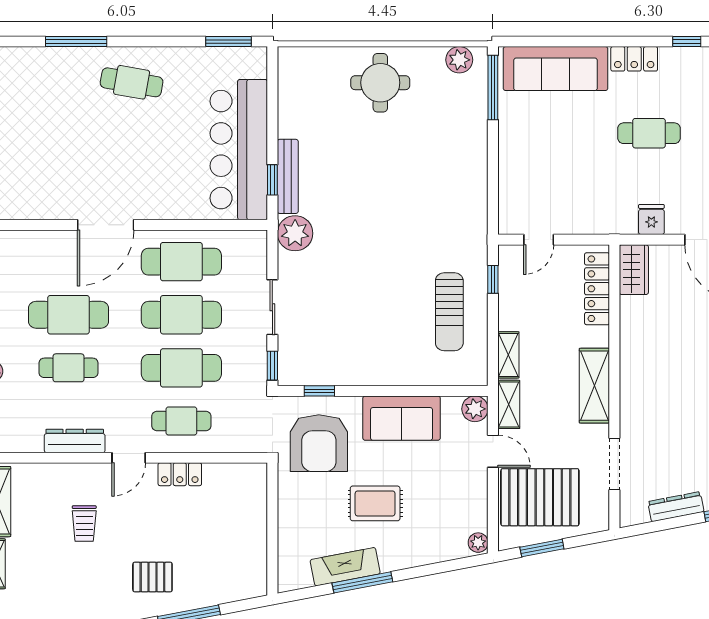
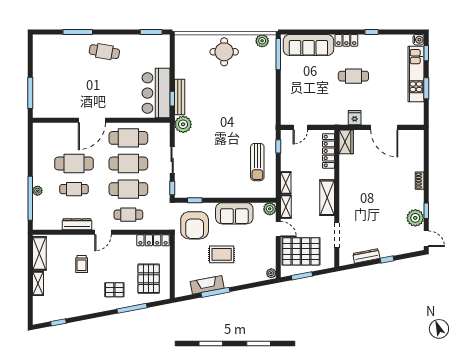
bar counter: (239, 150) -> (156, 93), width x0.73
locker: (180, 474) -> (153, 240), moved, width x1.53
pallet: (223, 554) -> (149, 279), added

